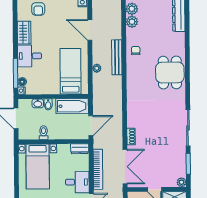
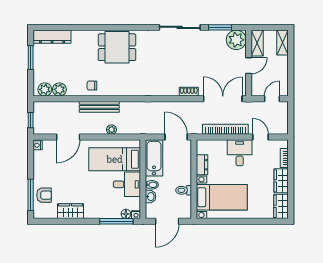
desk: (30, 56) -> (127, 184), moved, turned -90
dresser: (80, 149) -> (202, 165), moved
plant: (181, 182) -> (236, 40), width x1.88, depth x1.88

